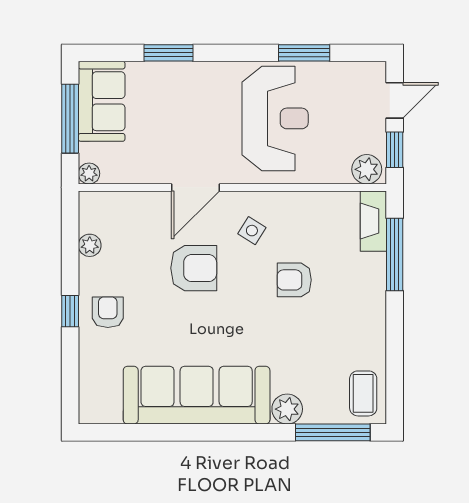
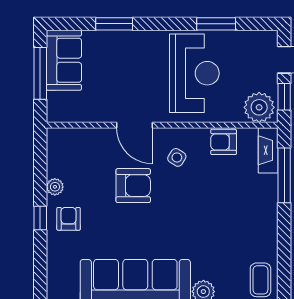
plant: (367, 169) -> (259, 107), width x1.36, depth x1.36
plant: (89, 174) -> (54, 115), removed
door: (196, 187) -> (134, 125), hinge flipped
plant: (90, 245) -> (55, 187), moved
armchair: (294, 280) -> (224, 142), moved

